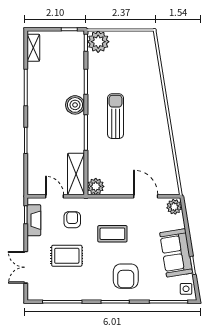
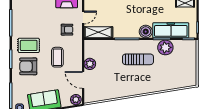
plant: (98, 42) -> (165, 47), moved
freezer: (73, 68) -> (171, 30), added
plant: (96, 186) -> (90, 64), moved
door: (146, 196) -> (83, 80), swing flipped
rug: (67, 256) -> (29, 45), moved, turned 90

